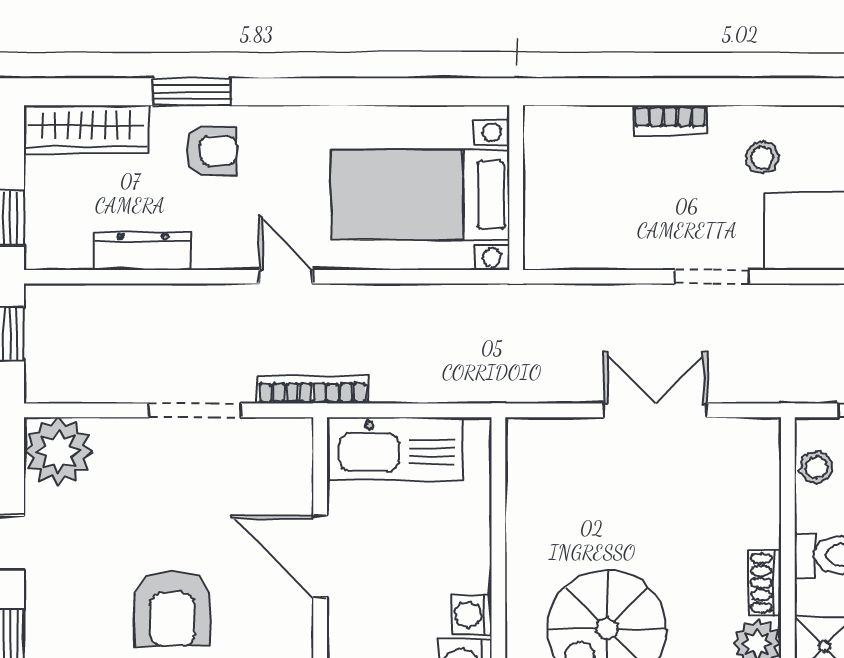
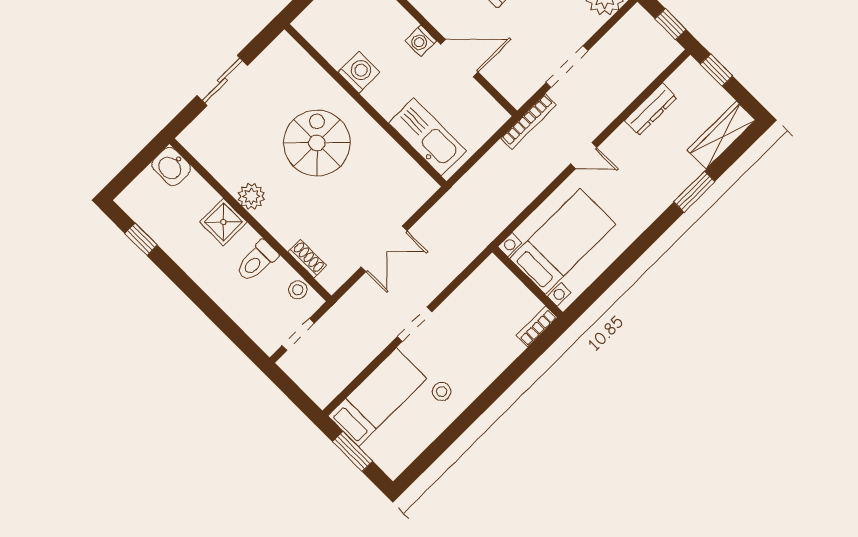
bookcase: (670, 120) -> (537, 326), moved
armchair: (212, 151) -> (663, 176), removed
kitchen sink: (396, 449) -> (427, 137), moved, turned 90
shoe rack: (765, 583) -> (307, 259), moved
washing machine: (471, 615) -> (421, 41), moved, turned 180

